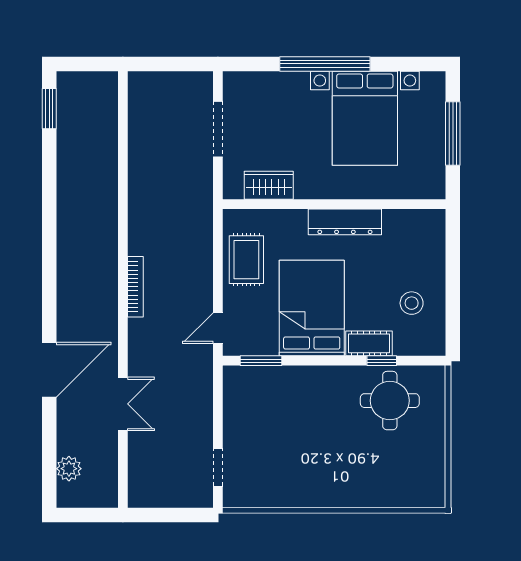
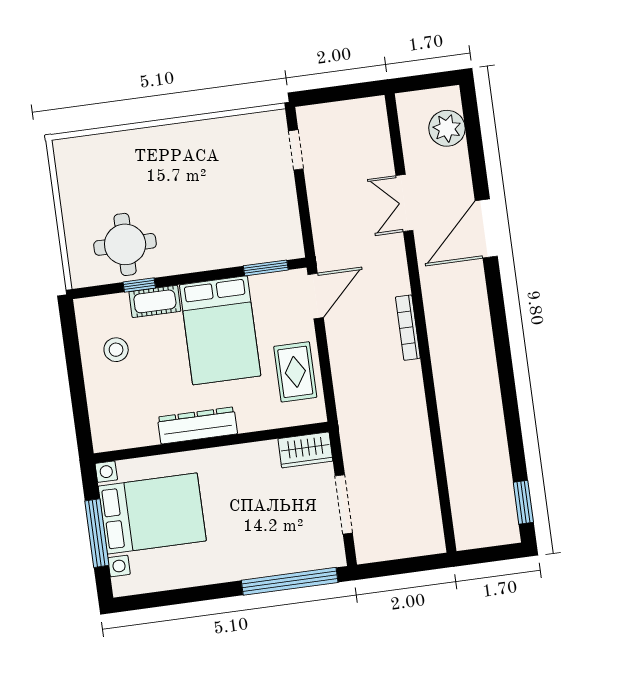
window: (325, 64) -> (290, 581), moved
bed with nightstands: (365, 118) -> (152, 513), moved, turned 90
wardrobe: (269, 185) -> (305, 450), moved
door: (218, 328) -> (316, 296), width x1.38
plant: (69, 469) -> (447, 128), width x1.36, depth x1.36

